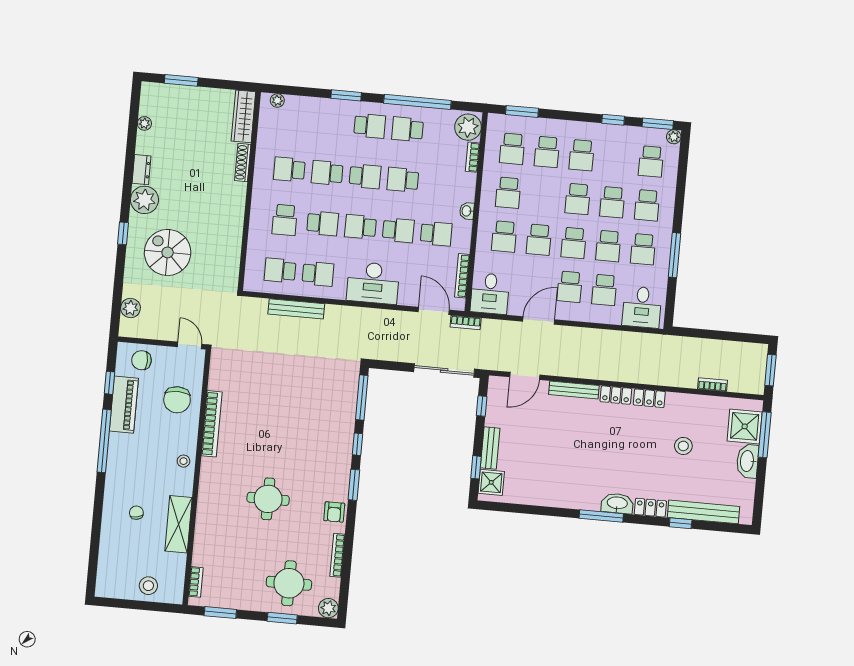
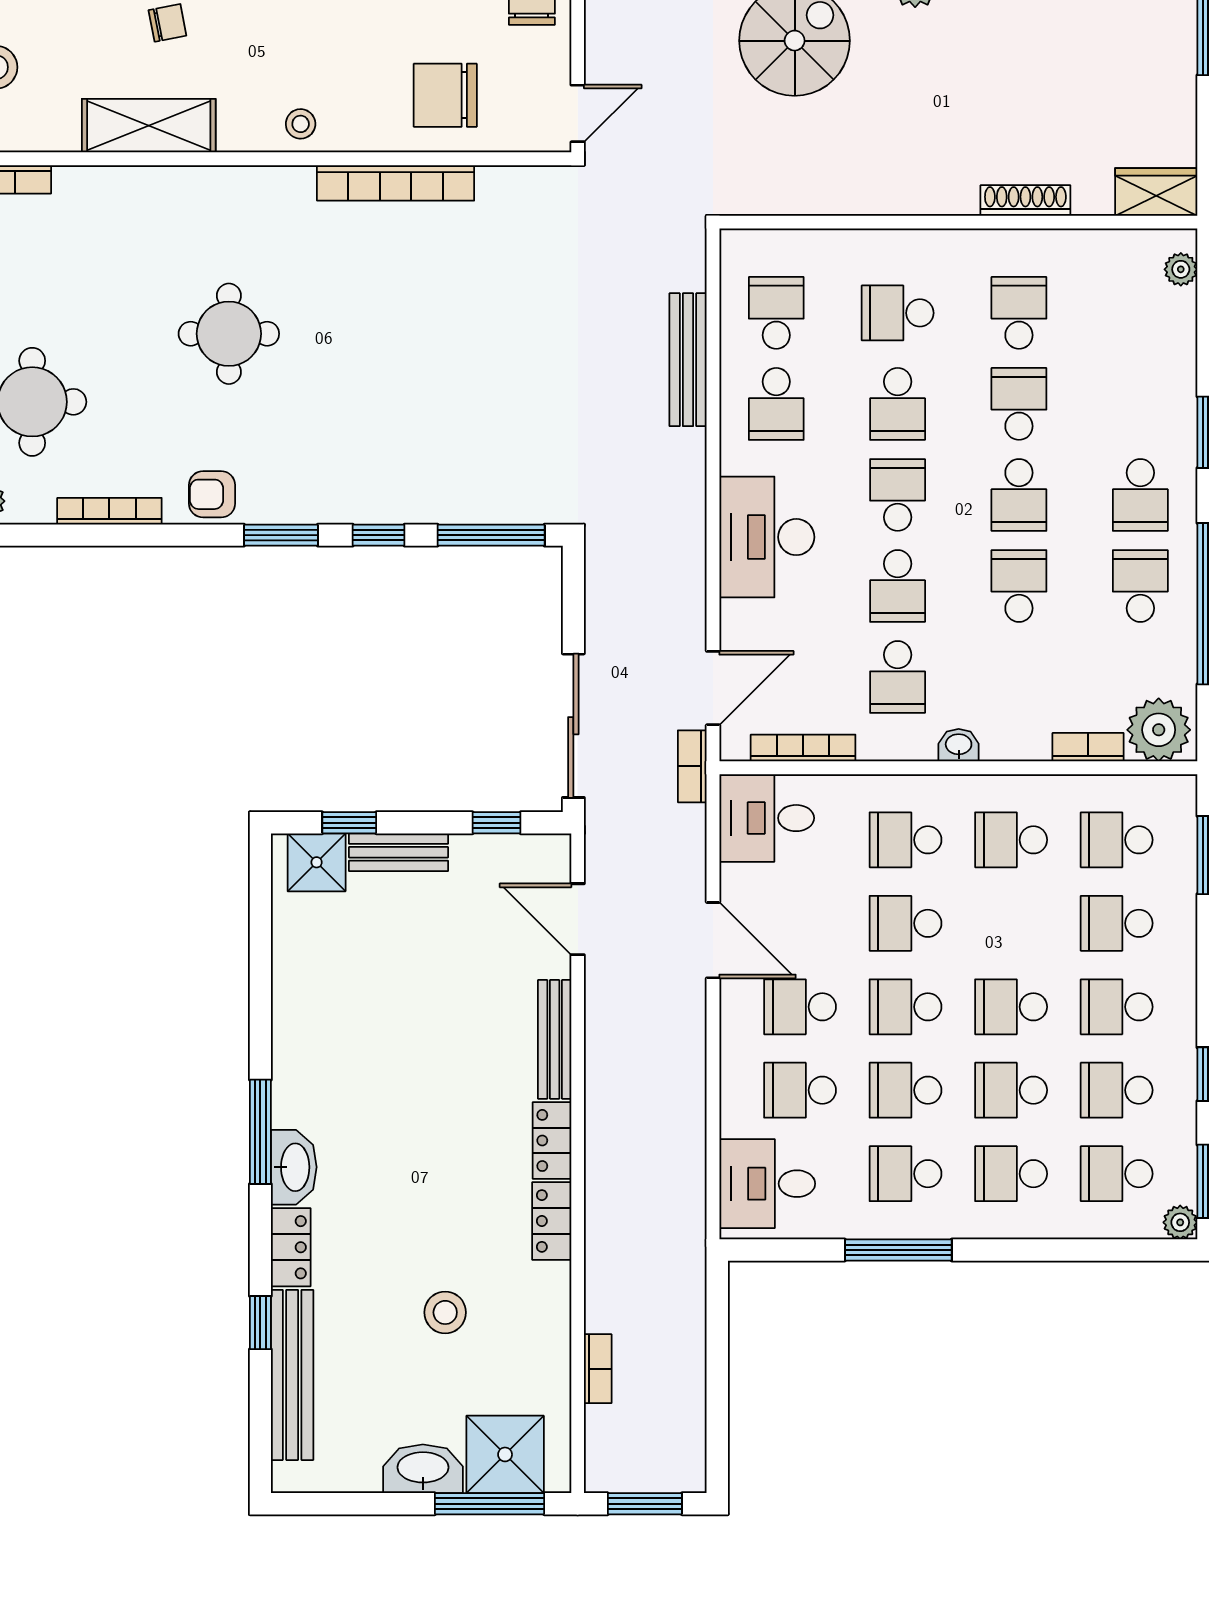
wardrobe: (243, 116) -> (1156, 192), width x0.67
school desk: (616, 158) -> (1117, 1090), added

